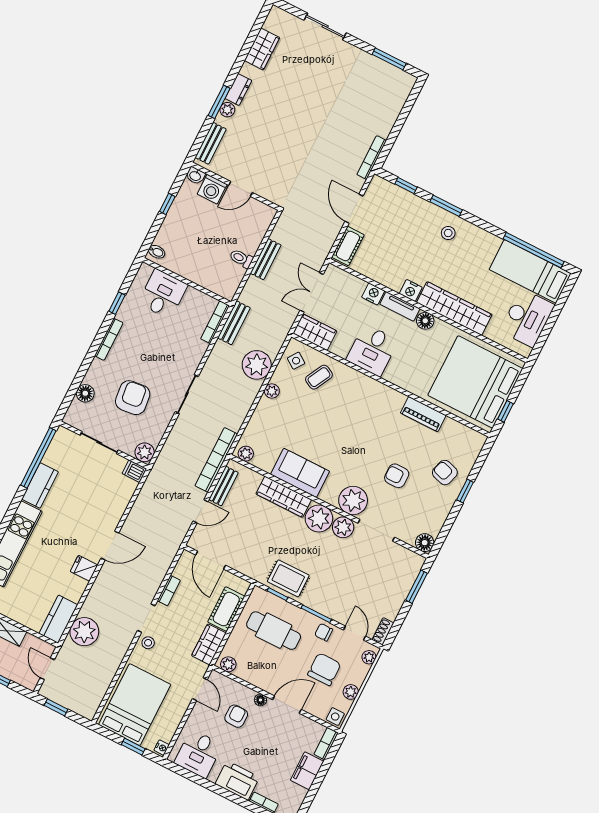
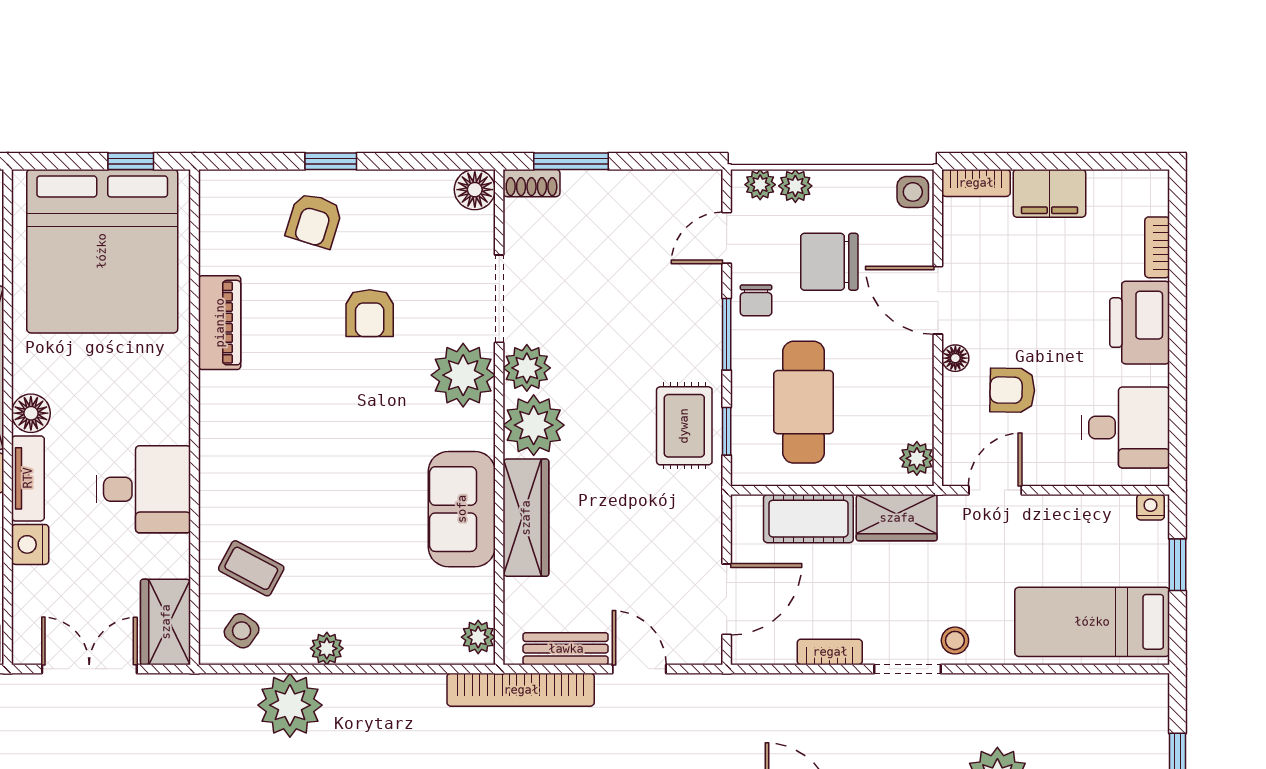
double door: (312, 292) -> (89, 669), swing flipped
shoe rack: (383, 631) -> (531, 183), moved
plant: (351, 692) -> (795, 186), moved
bed: (135, 705) -> (1092, 622), width x0.67

